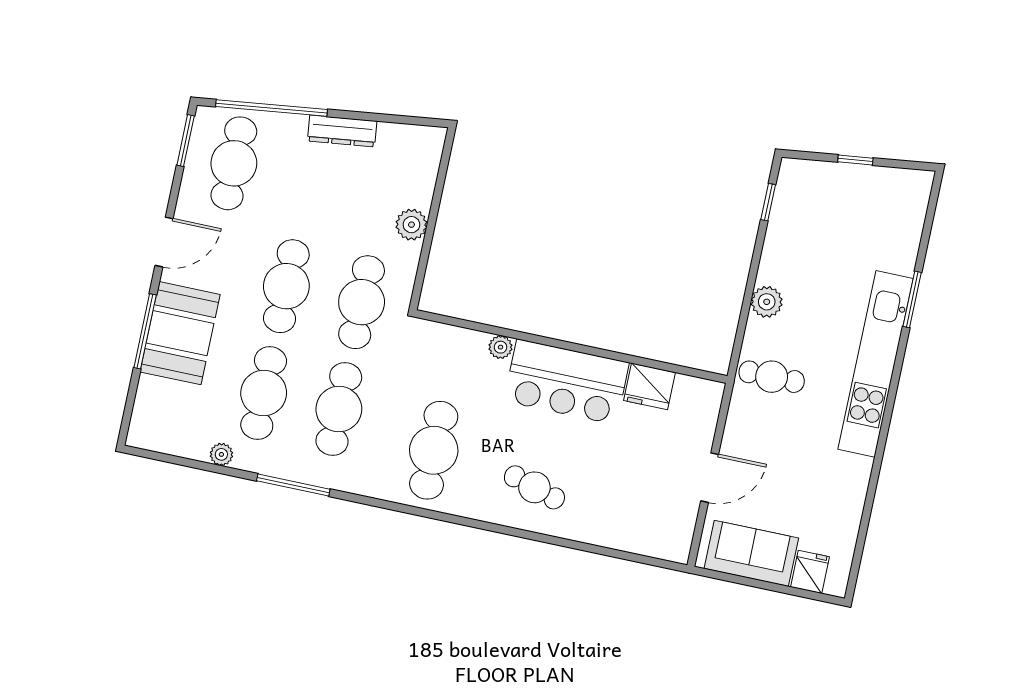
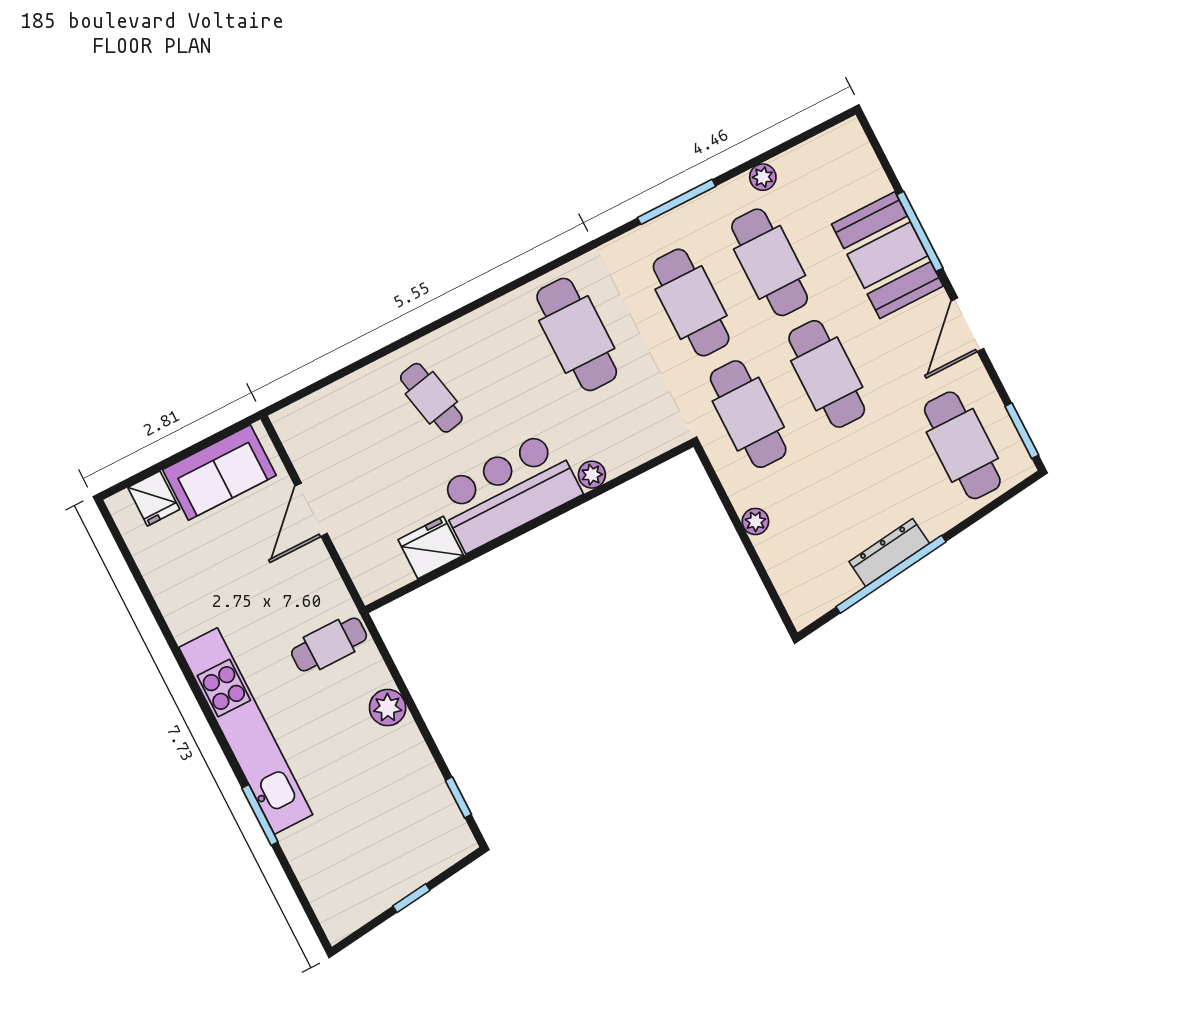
window: (271, 108) -> (891, 574), moved
plant: (411, 225) -> (755, 521), width x0.73, depth x0.73
cafe table: (534, 487) -> (431, 398), moved, turned 61

